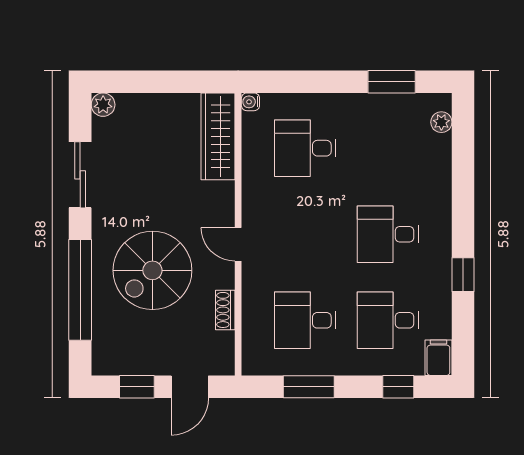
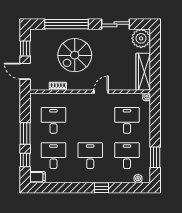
plant: (103, 105) -> (141, 38), width x1.88, depth x1.88
wardrobe: (218, 136) -> (143, 72), moved, turned -90
desk: (388, 148) -> (127, 156), added
door: (238, 244) -> (101, 92), moved
spiral stairs: (152, 270) -> (75, 55), turned -90
window: (463, 275) -> (101, 188), moved
window: (309, 387) -> (25, 134), moved

